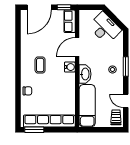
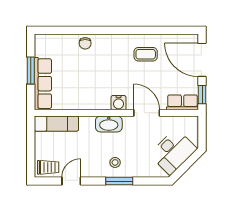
coffee table: (40, 65) -> (146, 54), moved
exam couch: (87, 106) -> (56, 124), width x0.73, depth x0.69
row of seats: (49, 121) -> (43, 84), width x0.73
window: (34, 130) -> (31, 71), moved

